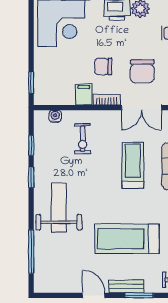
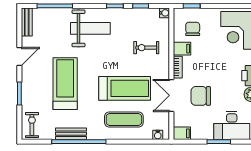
chair: (103, 67) -> (193, 29), moved
water cooler: (55, 116) -> (164, 13), moved
treadmill: (133, 165) -> (125, 88), width x1.37, depth x1.38
bench: (126, 286) -> (27, 22), moved

